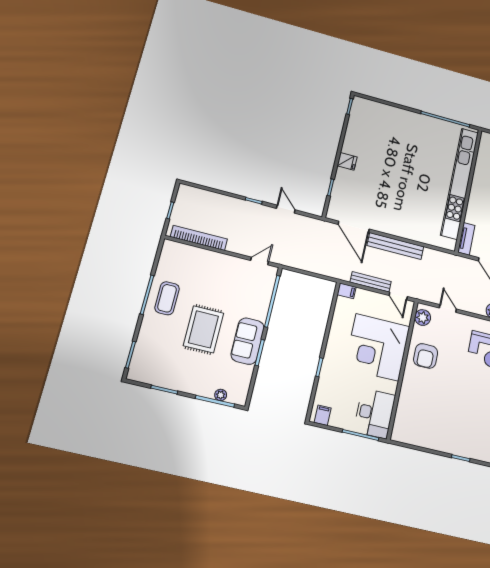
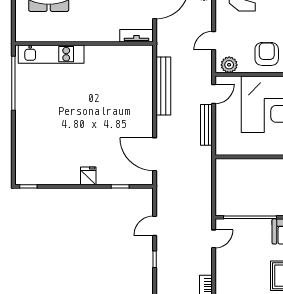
kitchen unit: (460, 183) -> (51, 54), width x0.54
door: (354, 227) -> (155, 154), swing flipped
bench: (395, 246) -> (163, 86), moved
door: (260, 261) -> (214, 239), swing flipped
filing cabinet: (347, 291) -> (221, 147), removed
armchair: (426, 356) -> (267, 54), turned -90

